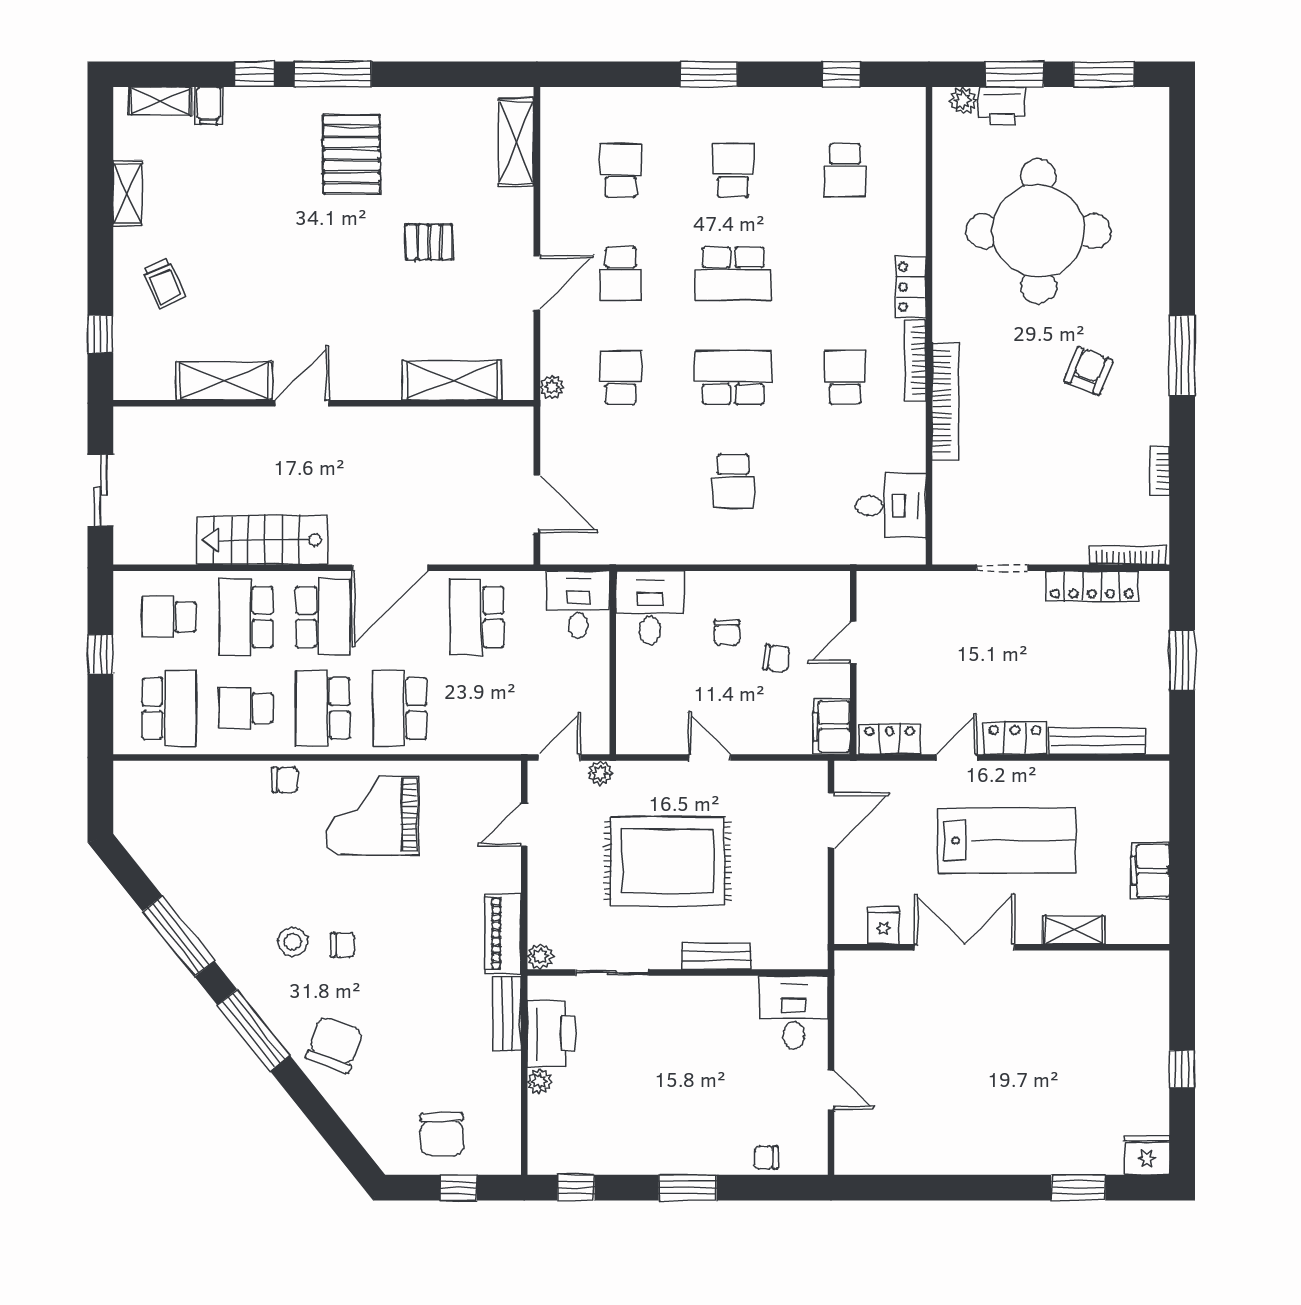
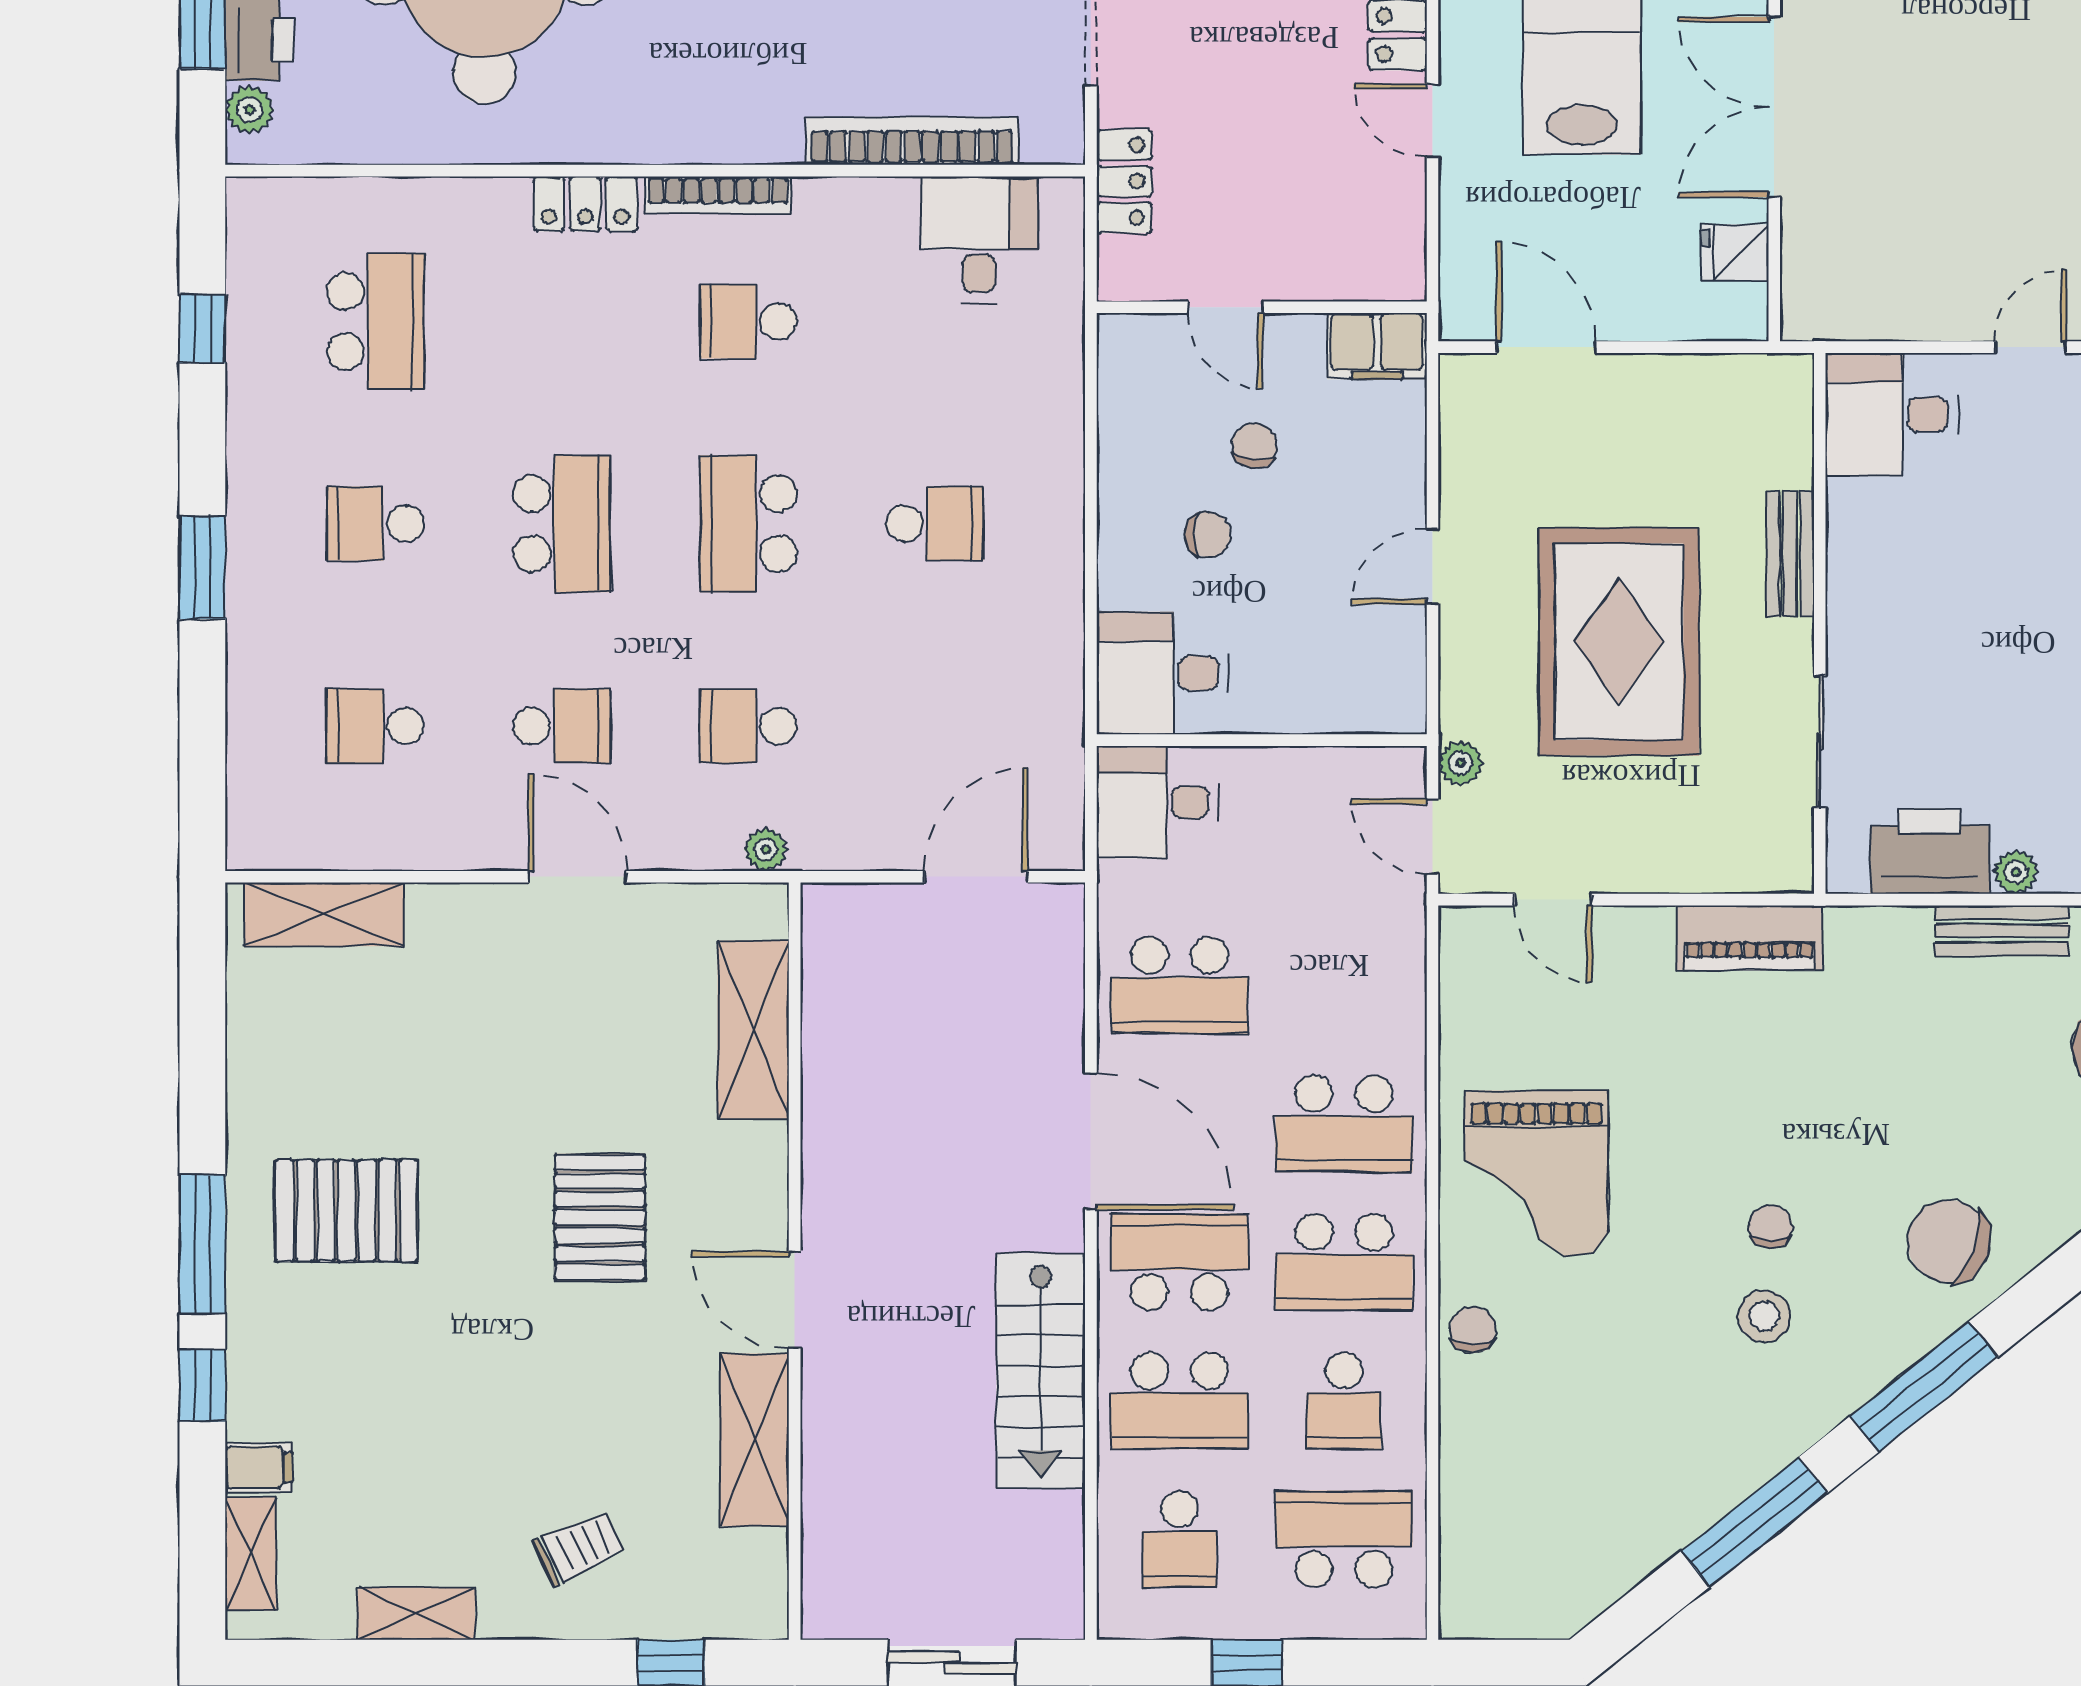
school desk: (845, 170) -> (375, 321), width x1.85
pallet: (429, 242) -> (600, 1217), moved, width x1.50, depth x1.42
bookcase: (946, 401) -> (912, 141), moved
locker: (890, 739) -> (1124, 181), moved, turned 180
plant: (540, 956) -> (1791, 871), removed
bench: (507, 1014) -> (2002, 931), moved

